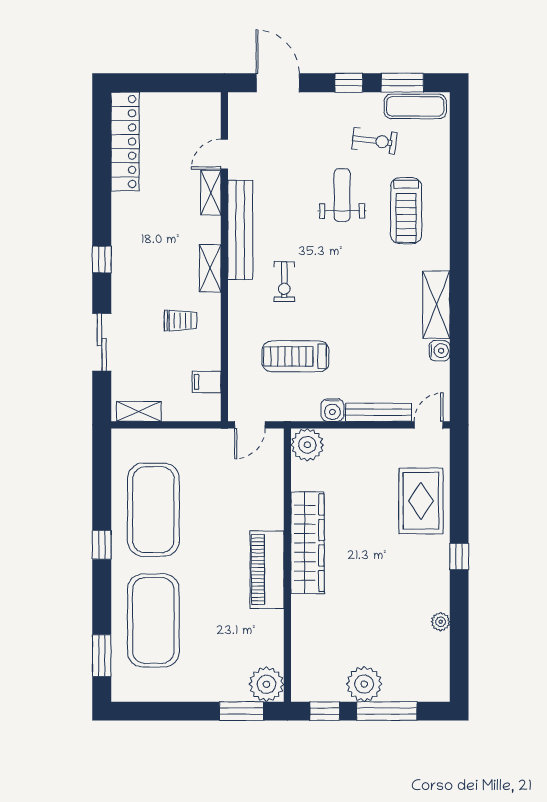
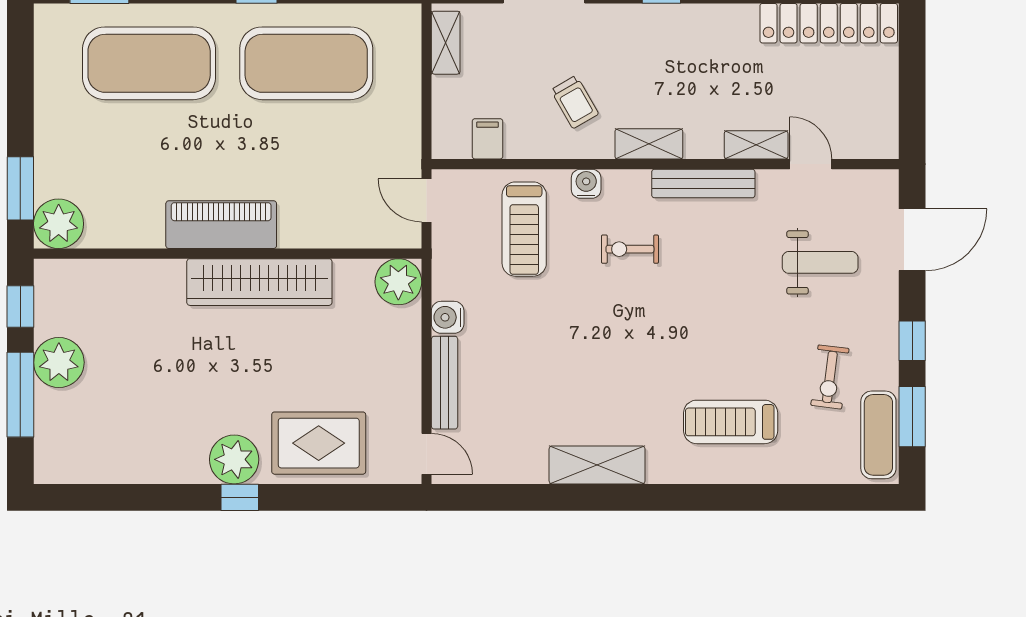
weight bench: (342, 195) -> (820, 262), moved
bench: (240, 230) -> (703, 184), width x0.73, depth x0.82
trolley: (181, 321) -> (575, 102), turned -30
water cooler: (439, 351) -> (586, 184), moved, turned 180
treadmill: (296, 356) -> (524, 229), moved, turned 180
plant: (441, 622) -> (234, 459), moved, width x1.88, depth x1.88

